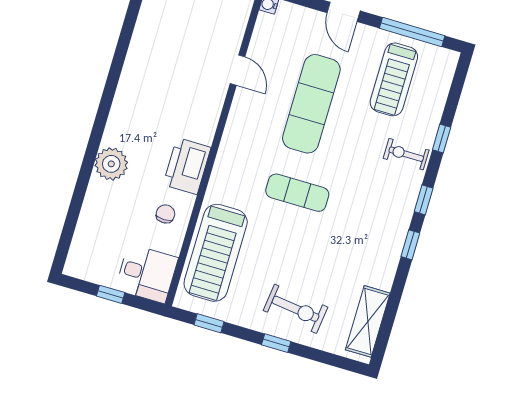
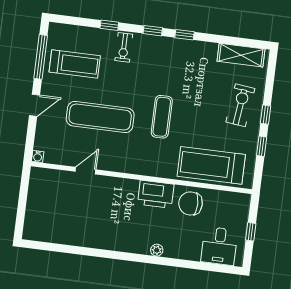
plant: (111, 164) -> (157, 250), width x0.53, depth x0.53
chair: (165, 214) -> (191, 203), width x1.87, depth x1.87
treadmill: (216, 253) -> (211, 165), turned 180
desk: (147, 274) -> (219, 246), moved, turned 180
window: (209, 323) -> (262, 146), moved

